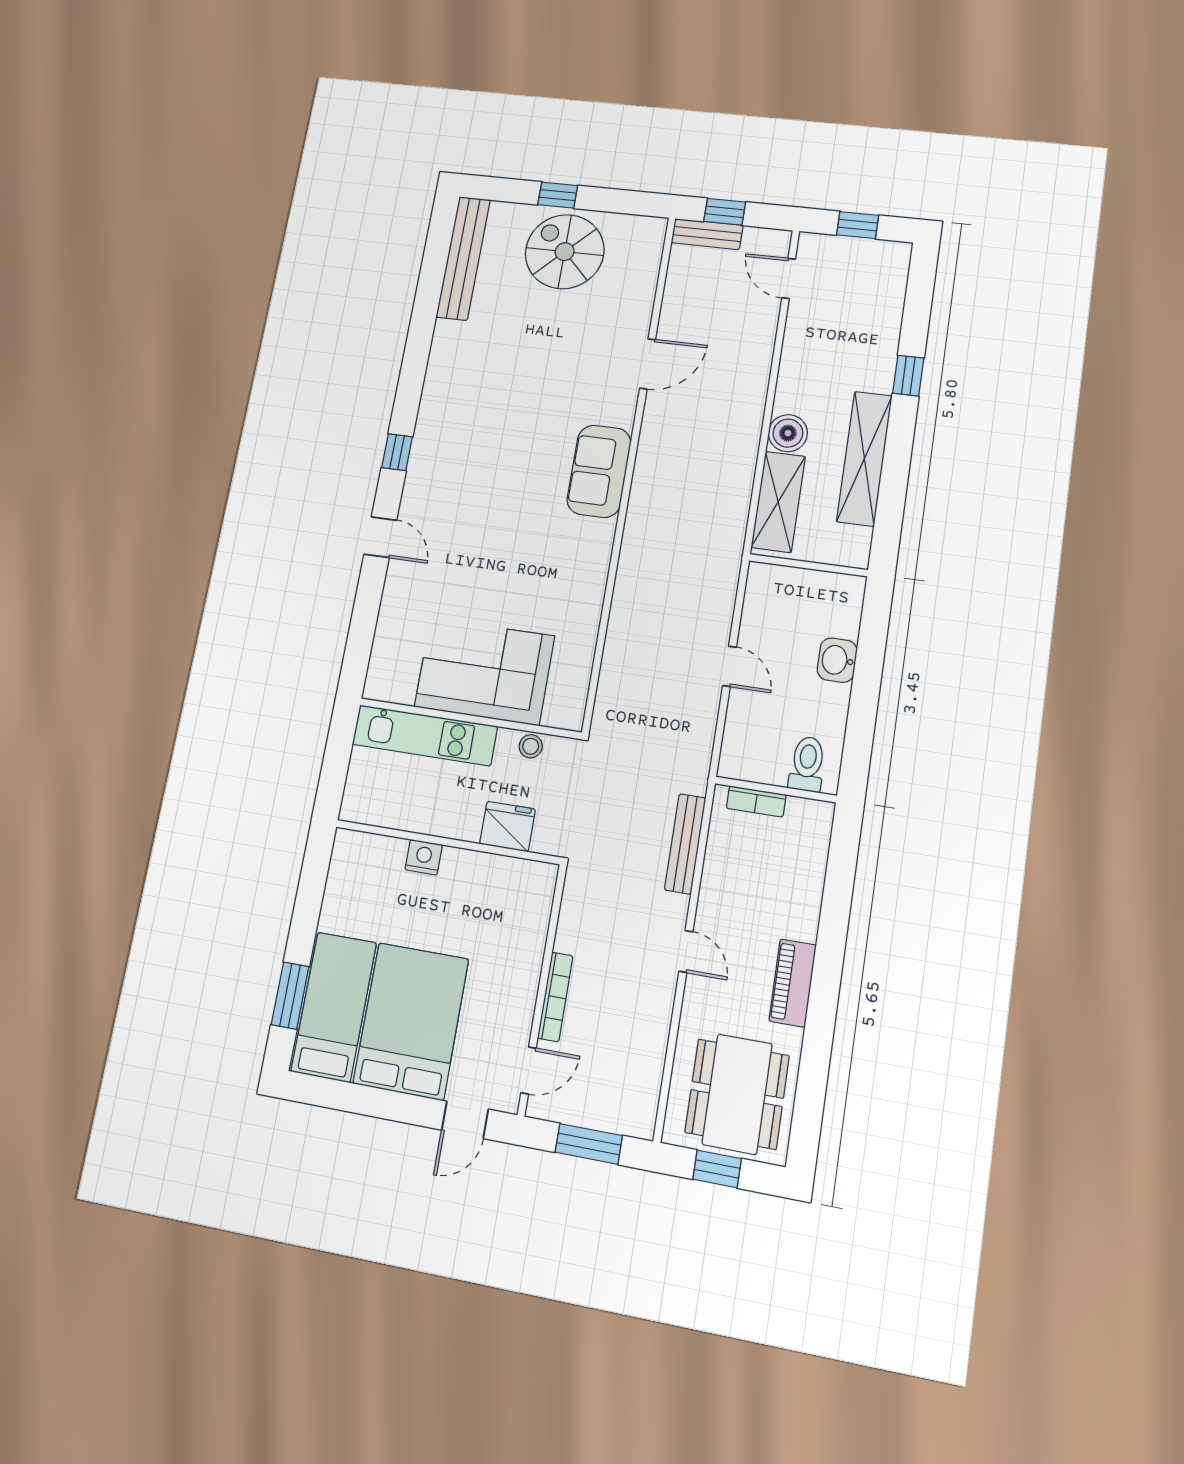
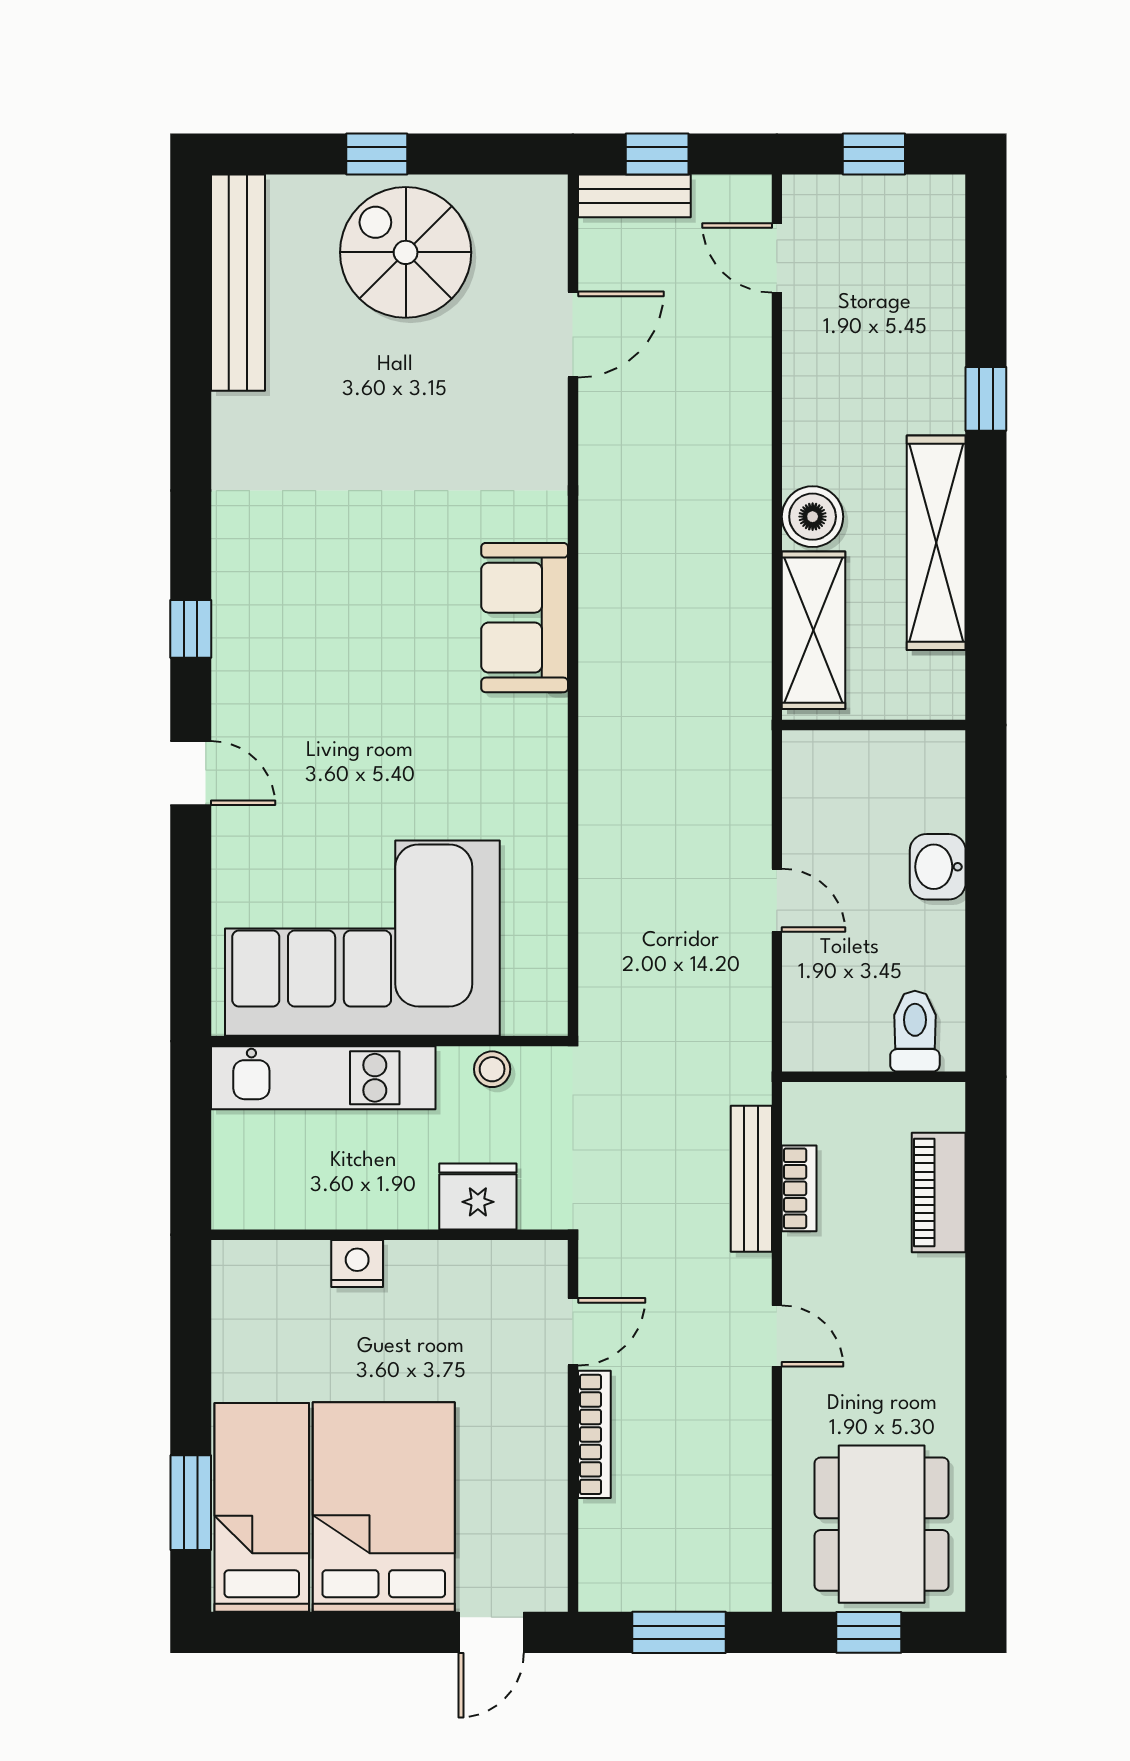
door: (647, 364) -> (573, 334), moved
corner sofa: (484, 671) -> (362, 938), width x1.36, depth x1.36
bookcase: (756, 801) -> (799, 1188), moved, turned -90
piano: (793, 983) -> (939, 1192), moved
door: (529, 1070) -> (573, 1332), moved

